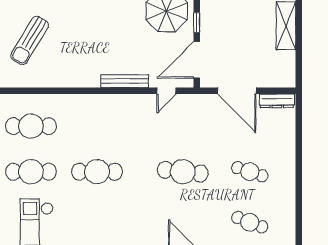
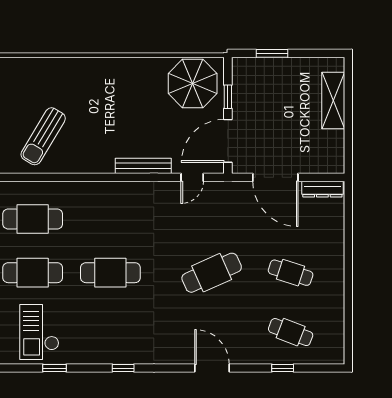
sun lounger: (30, 40) -> (43, 136), moved
cafe table: (183, 172) -> (212, 273), turned -30

